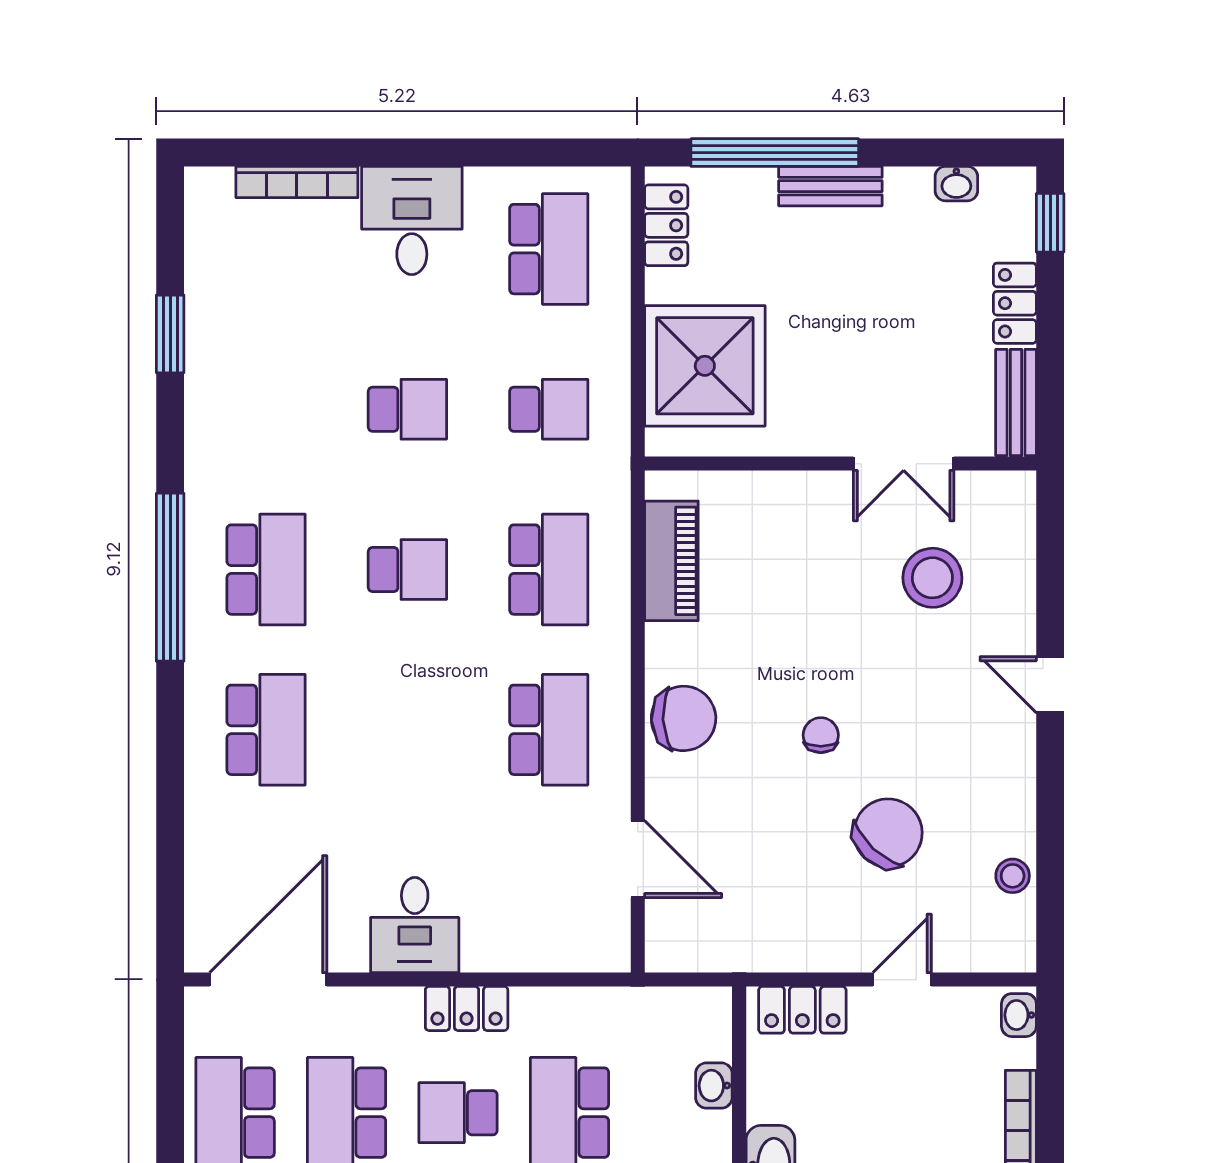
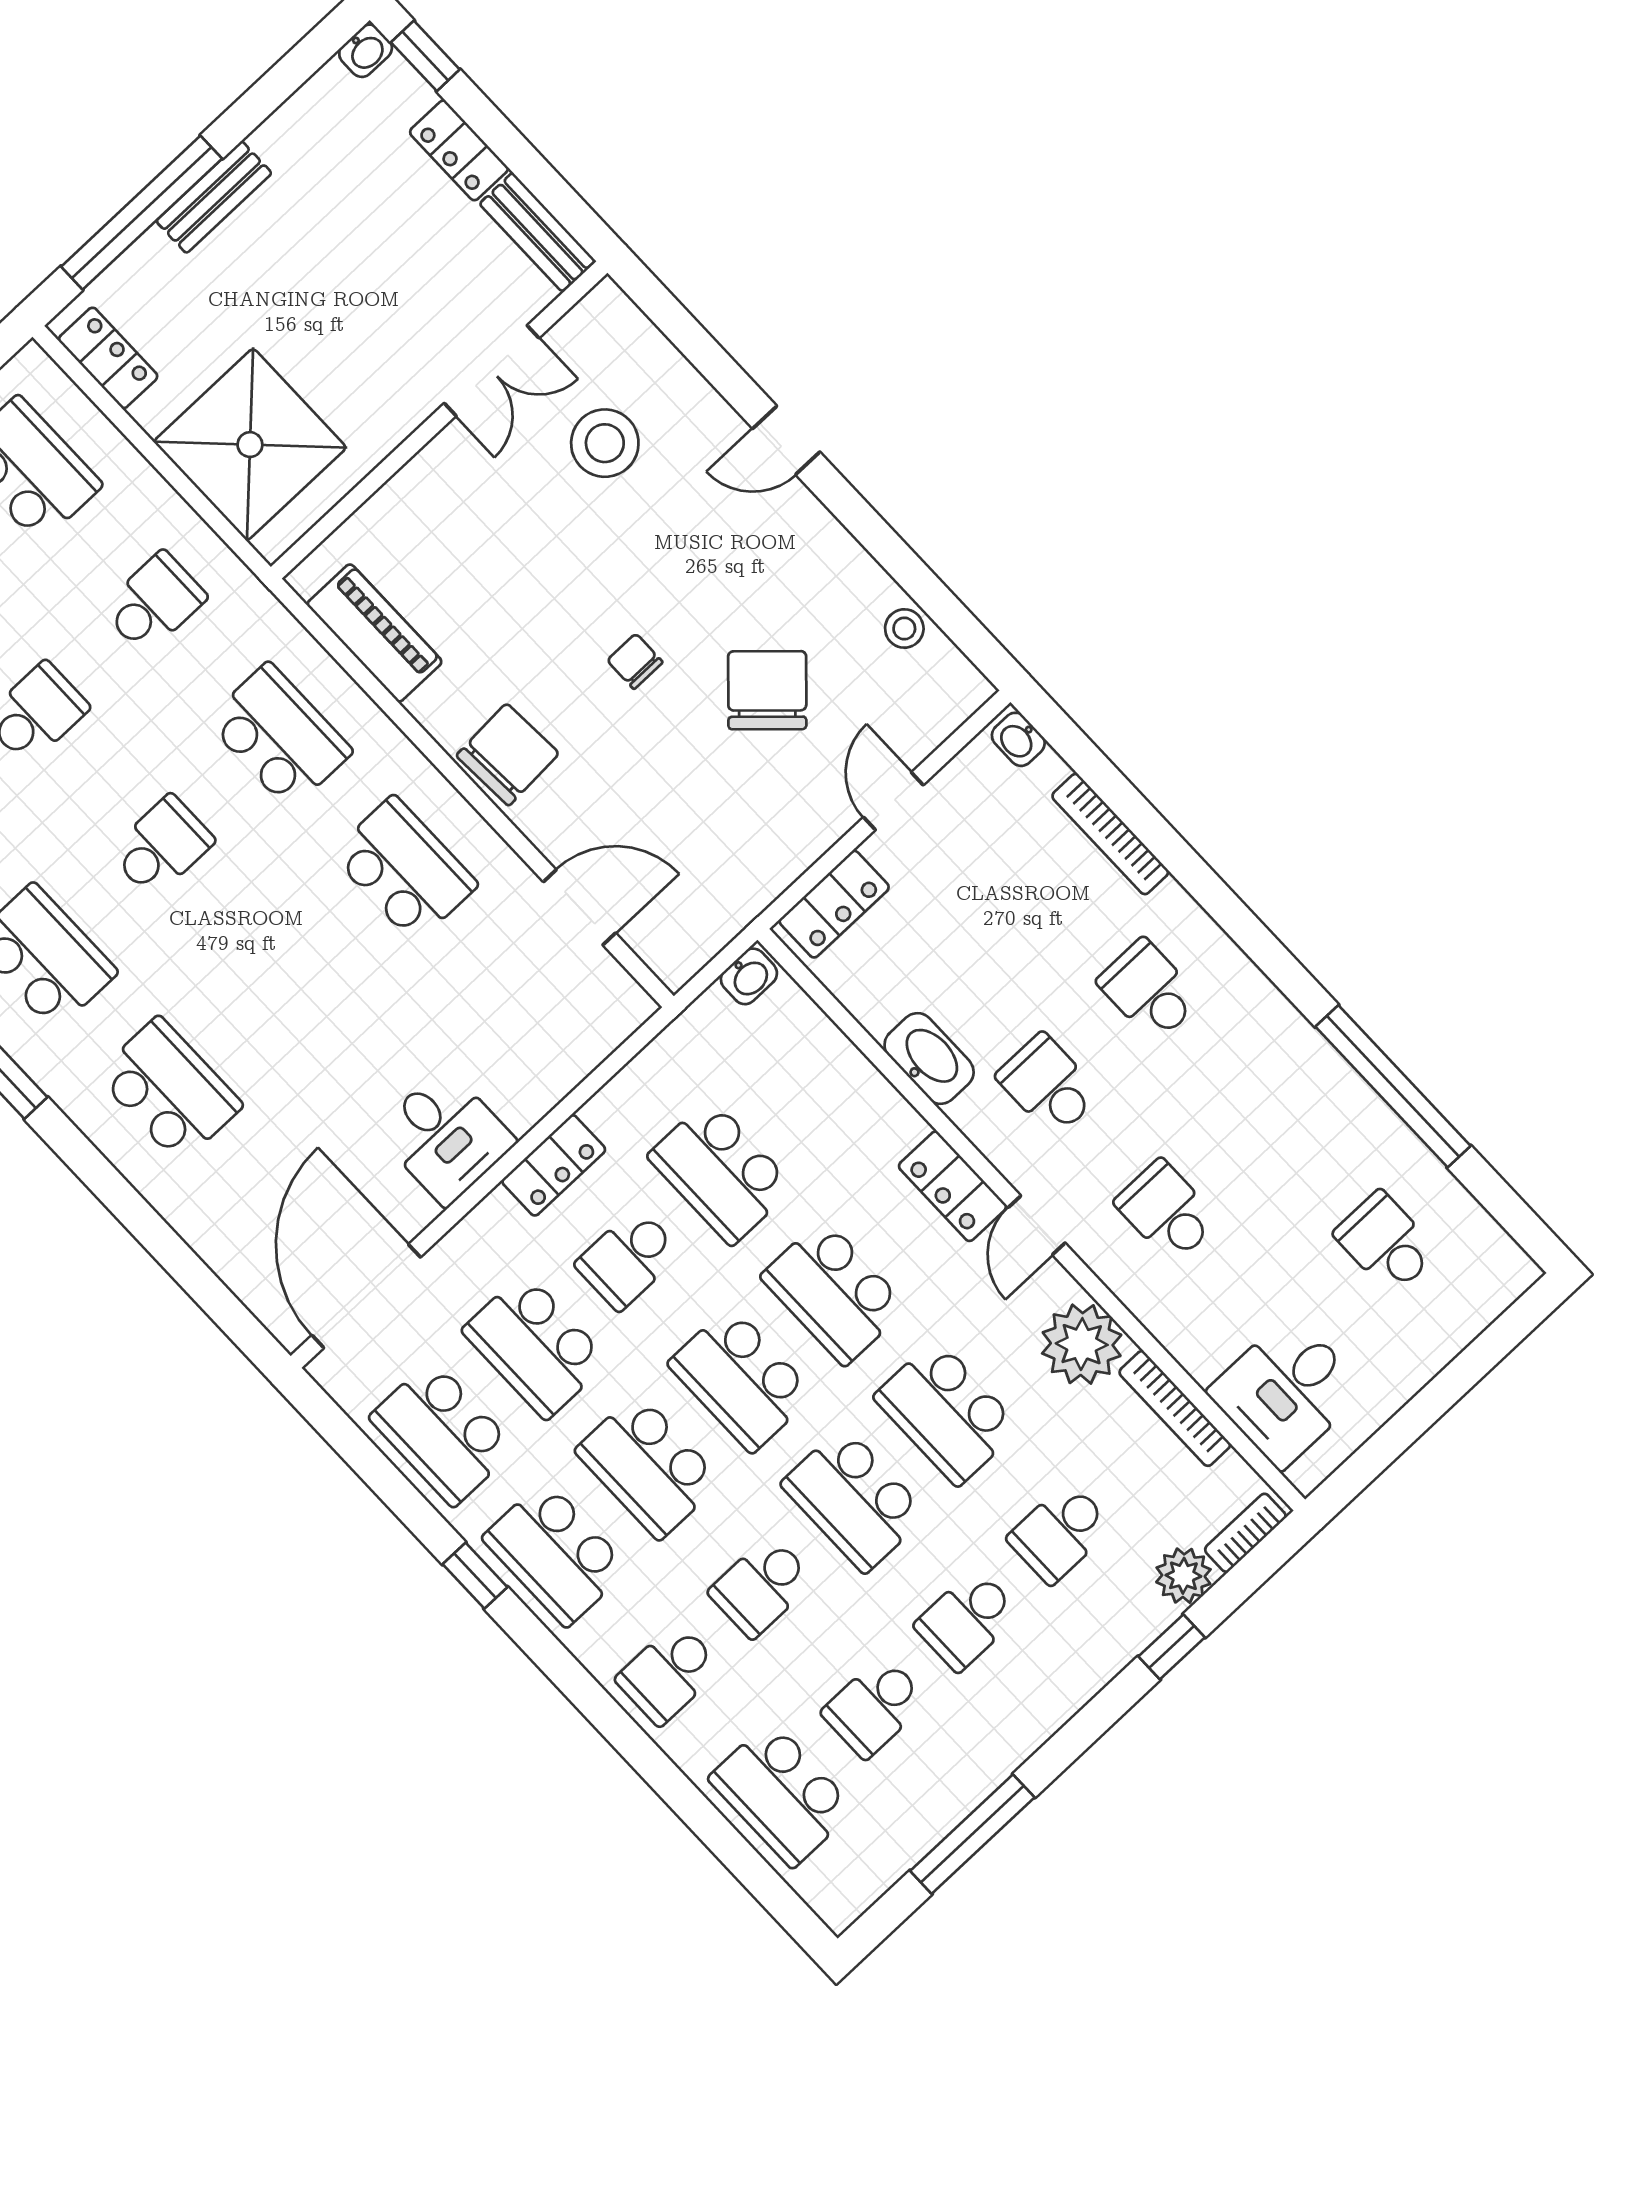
washbasin: (956, 184) -> (366, 51), moved
washbasin: (714, 1086) -> (749, 976), moved, turned -90

